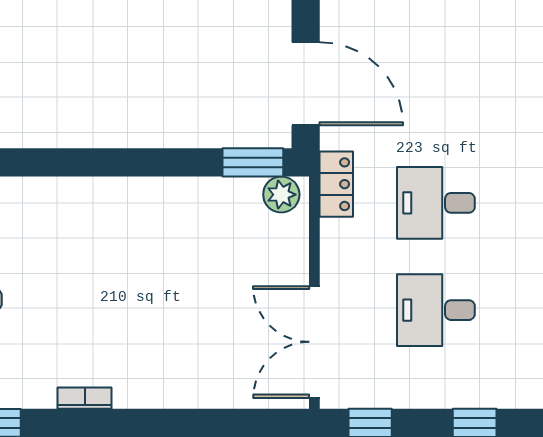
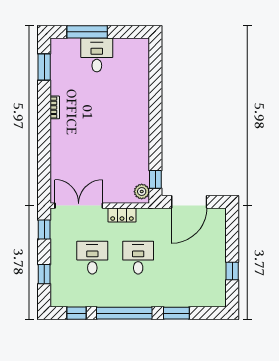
window: (253, 162) -> (155, 179), width x0.67
locker: (336, 184) -> (122, 215), moved

